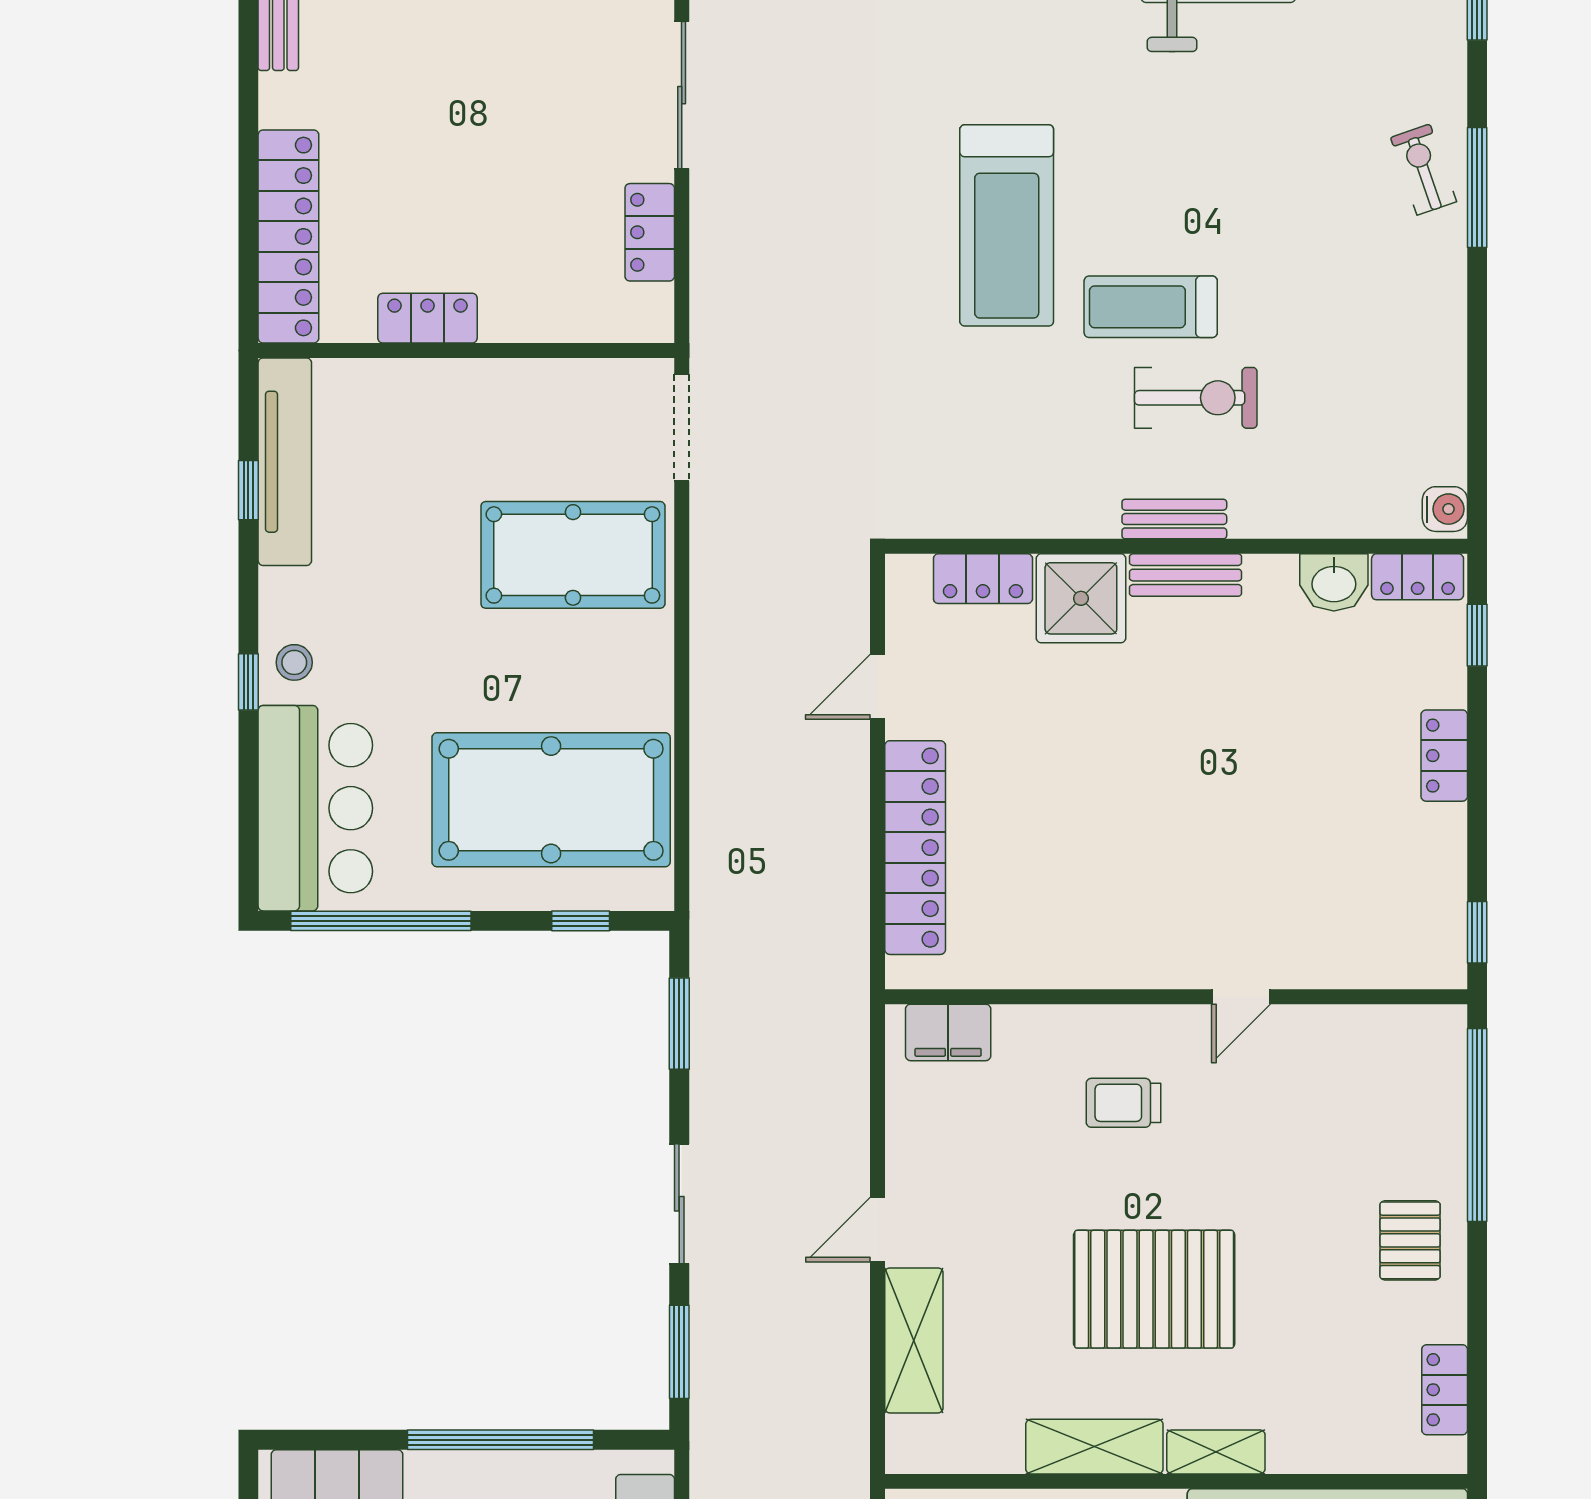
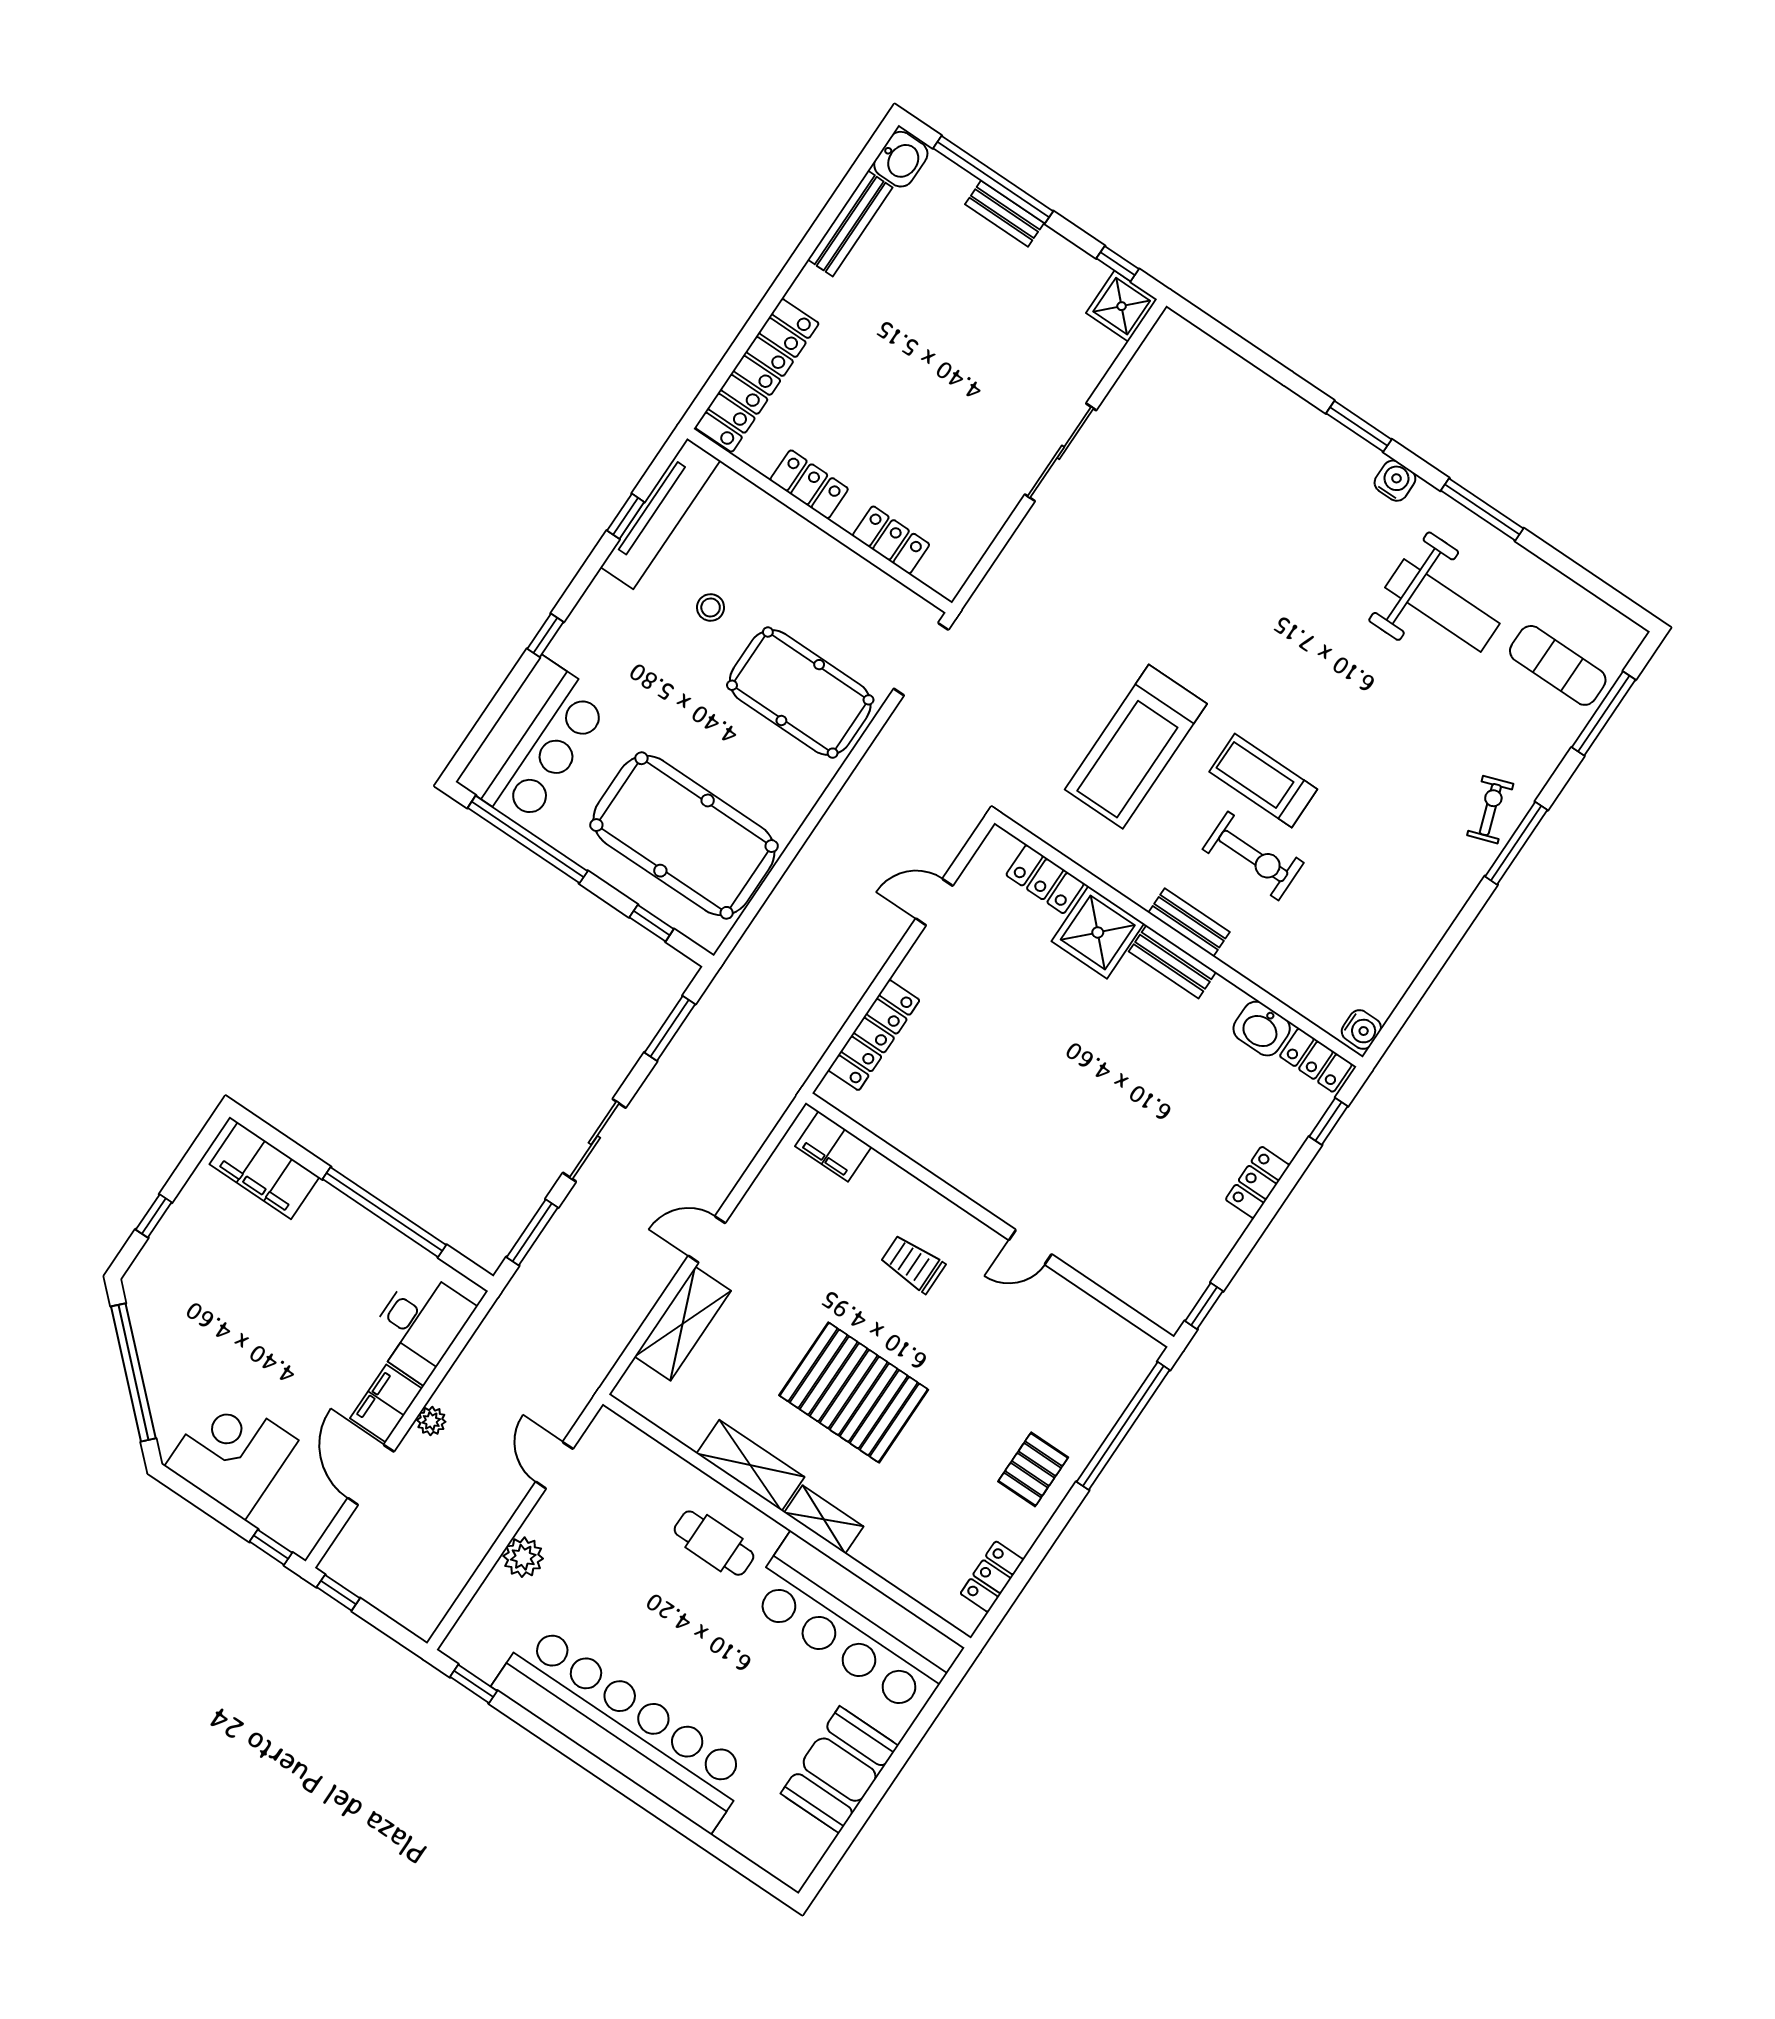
treadmill: (1007, 225) -> (1136, 747), moved
locker: (650, 232) -> (891, 540), moved, turned 90
stool: (294, 662) -> (711, 607), moved
locker: (915, 848) -> (874, 1035), width x0.71, depth x0.83

